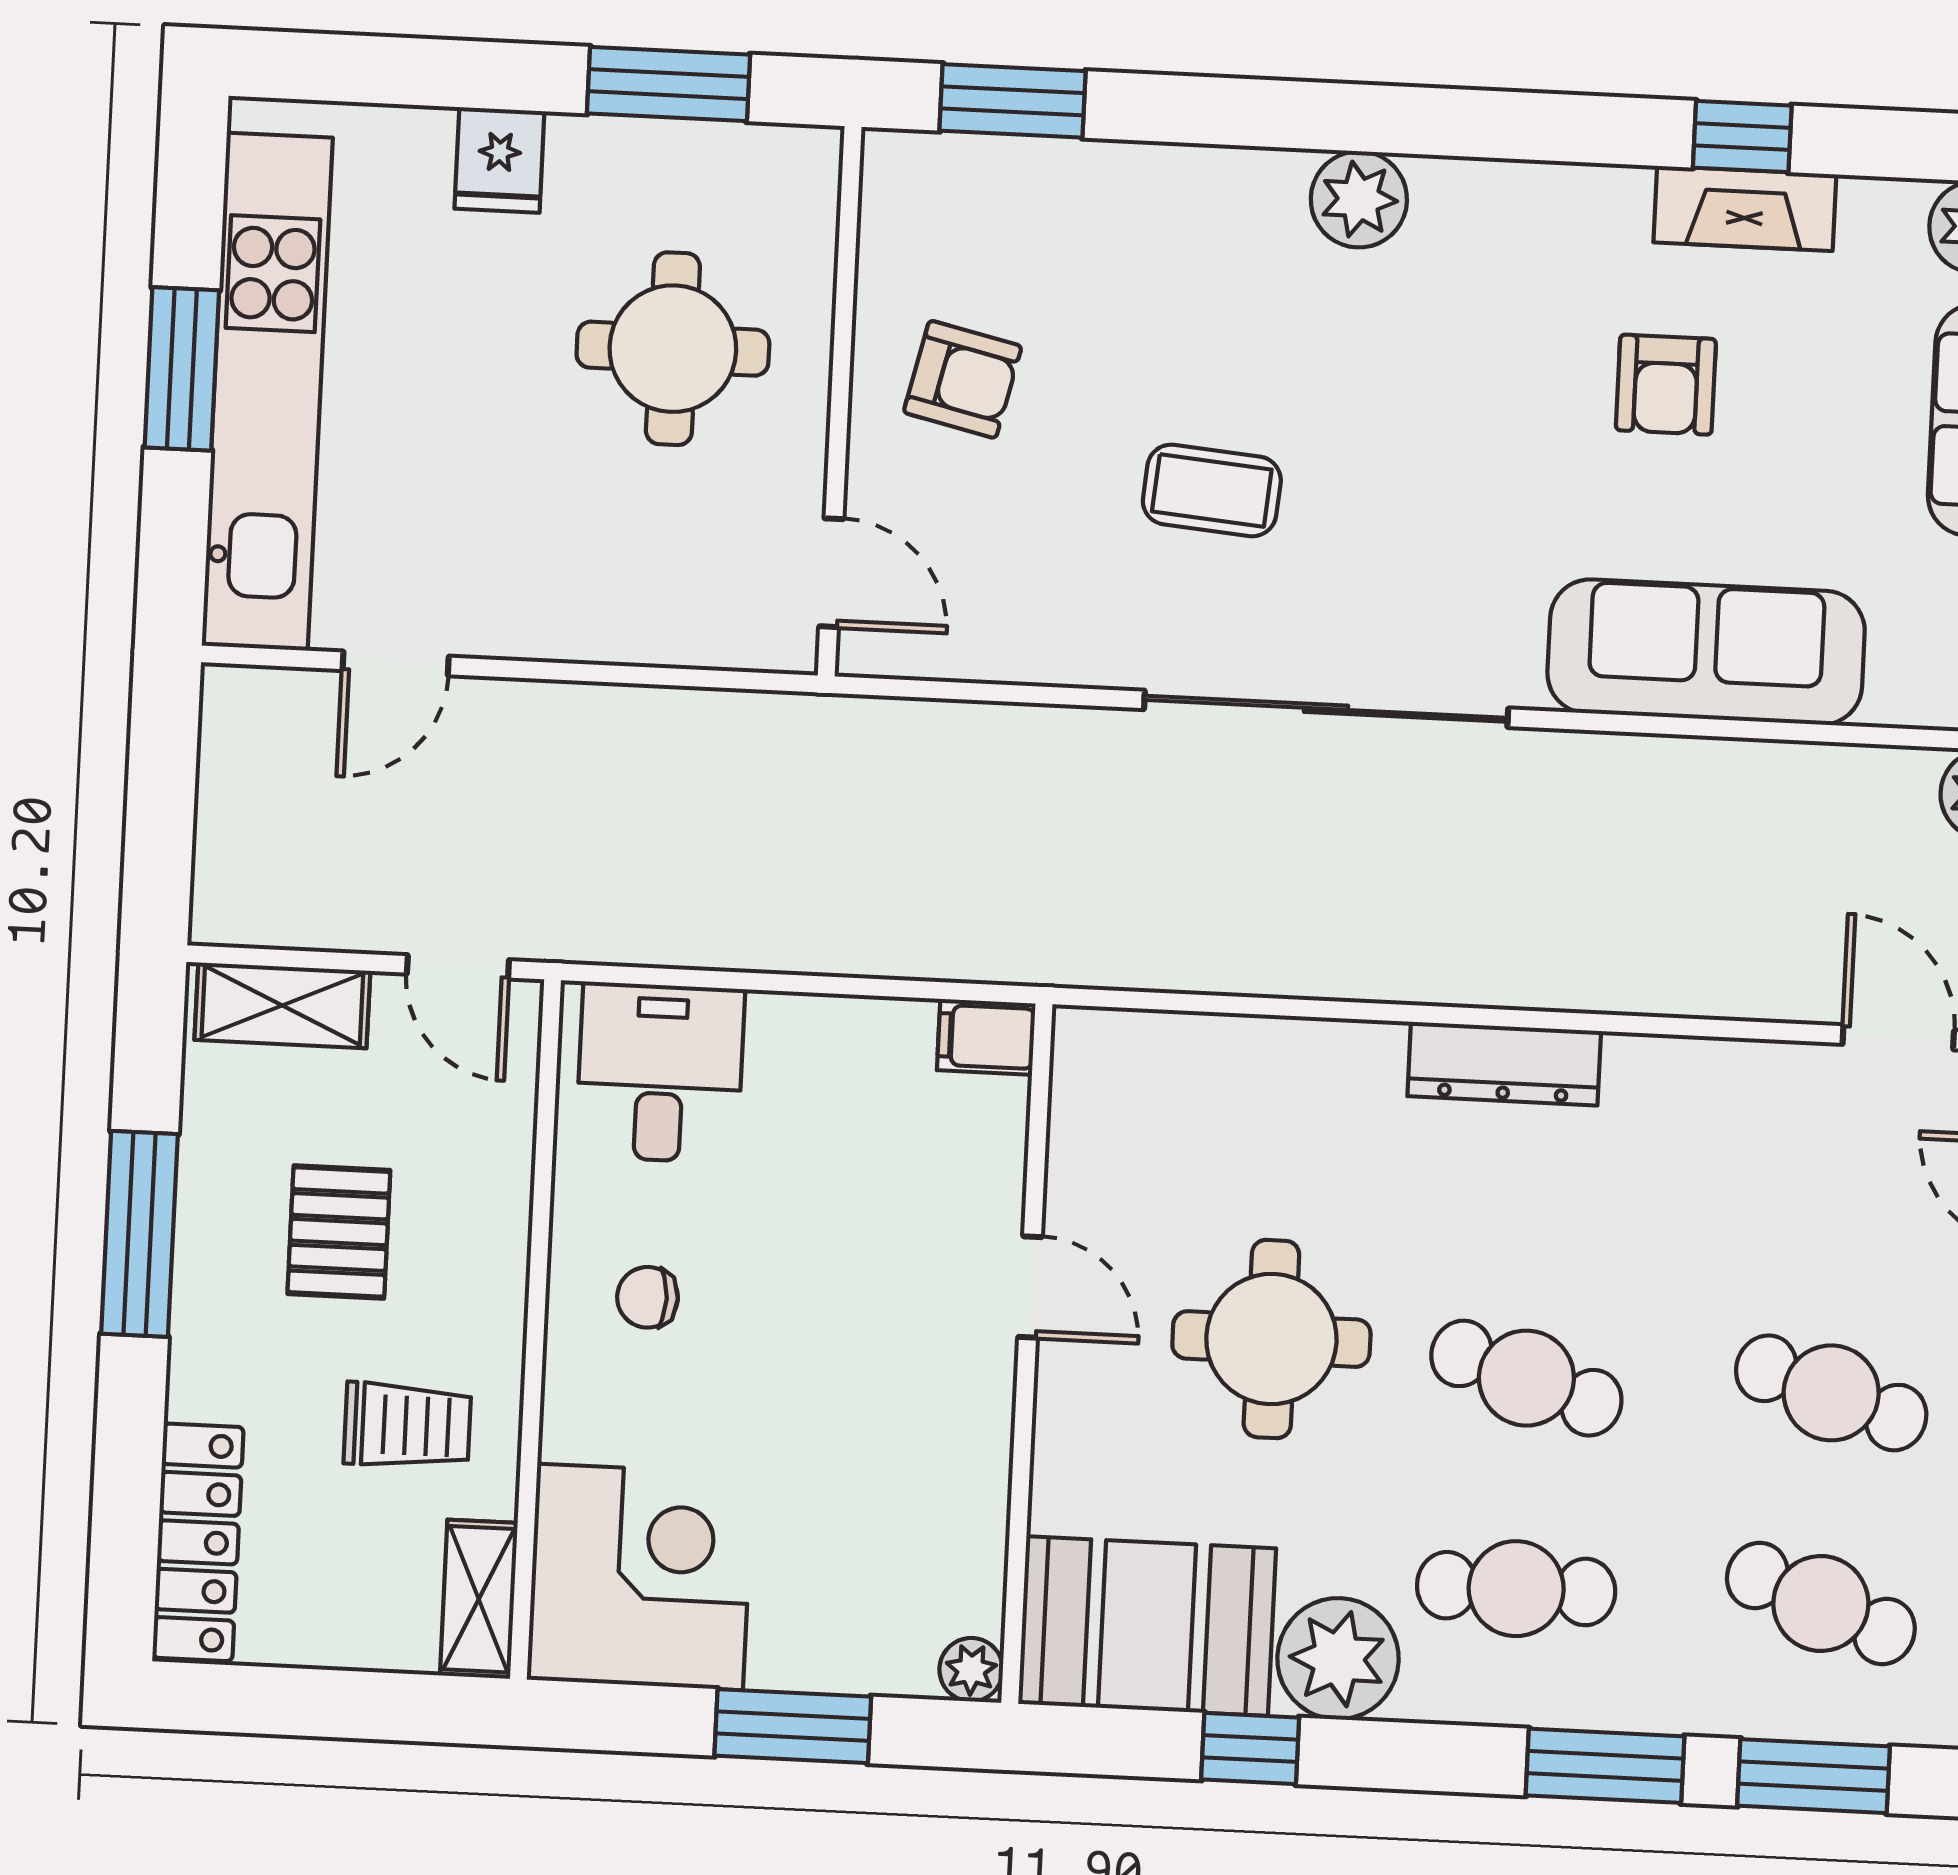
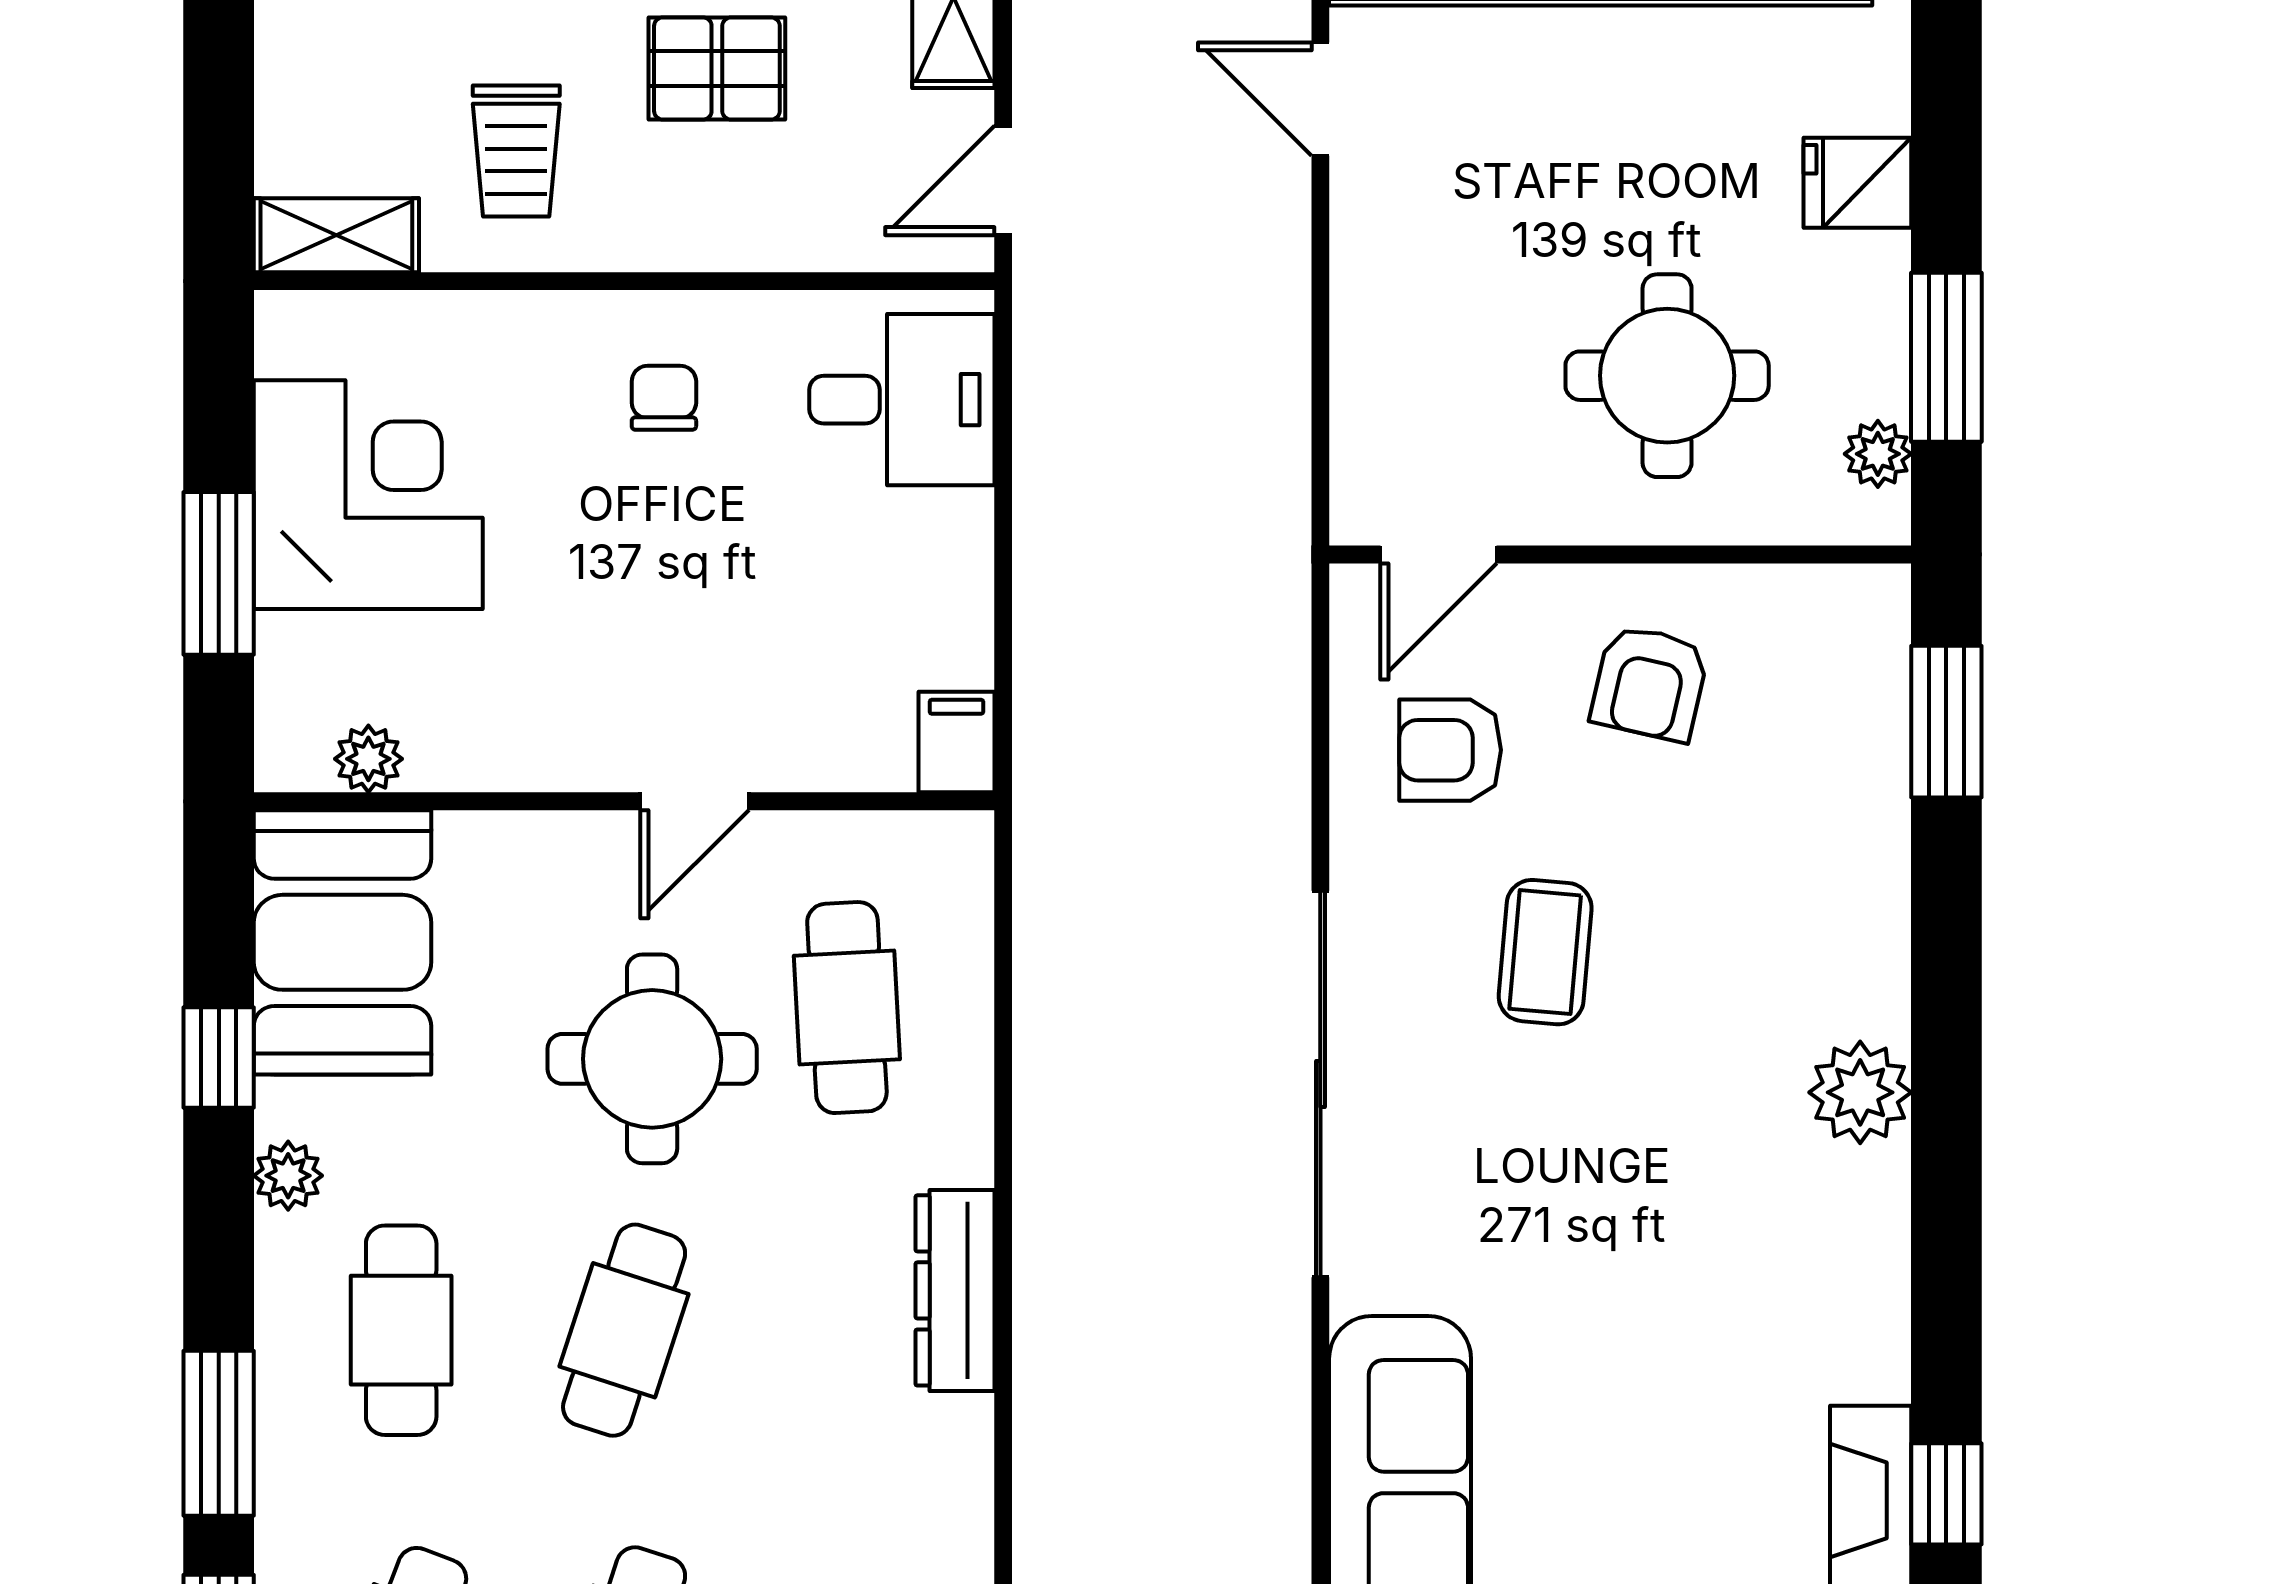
plant: (757, 153) -> (1878, 454), added
armchair: (1666, 385) -> (1450, 750), moved
cafe table: (1232, 1153) -> (847, 1008), added
corner desk: (640, 1577) -> (368, 495), moved, turned -90
plant: (1338, 1659) -> (288, 1176), width x0.53, depth x0.53
plant: (971, 1670) -> (368, 759), moved

